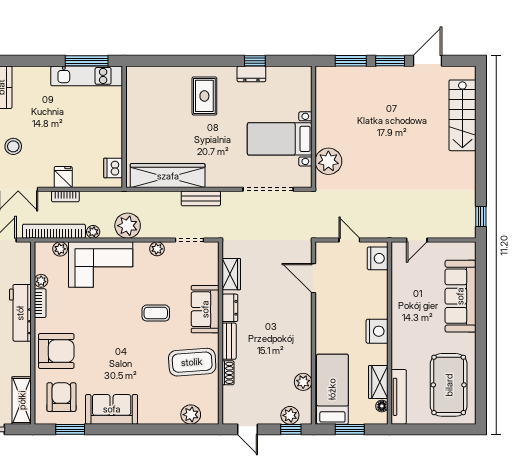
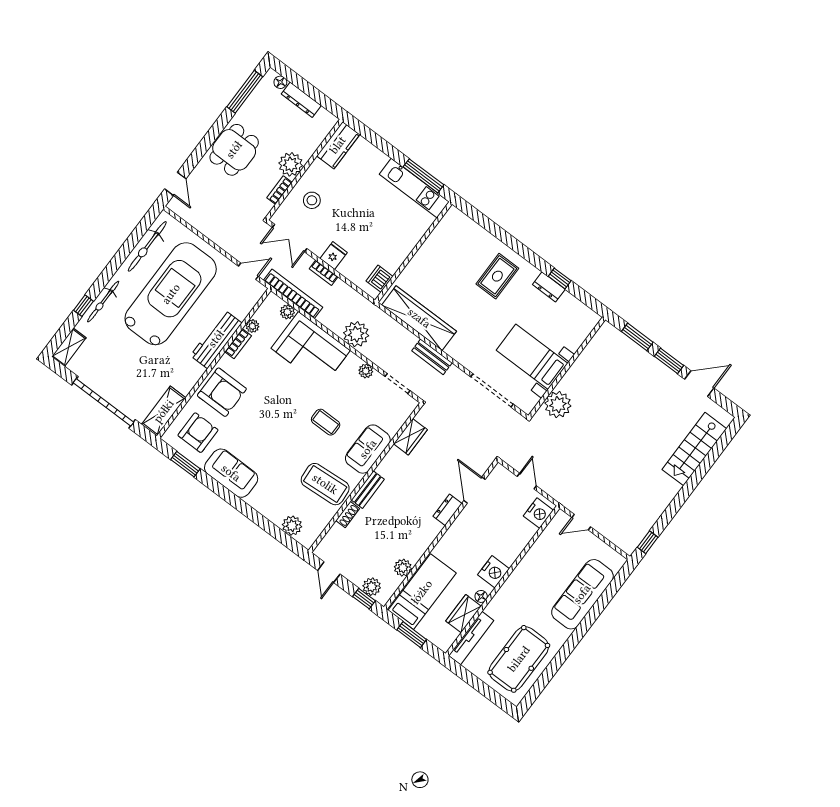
plant: (93, 232) -> (324, 318), removed
dresser: (230, 308) -> (448, 510), moved, turned 180
floor lamp: (382, 406) -> (481, 596), moved

